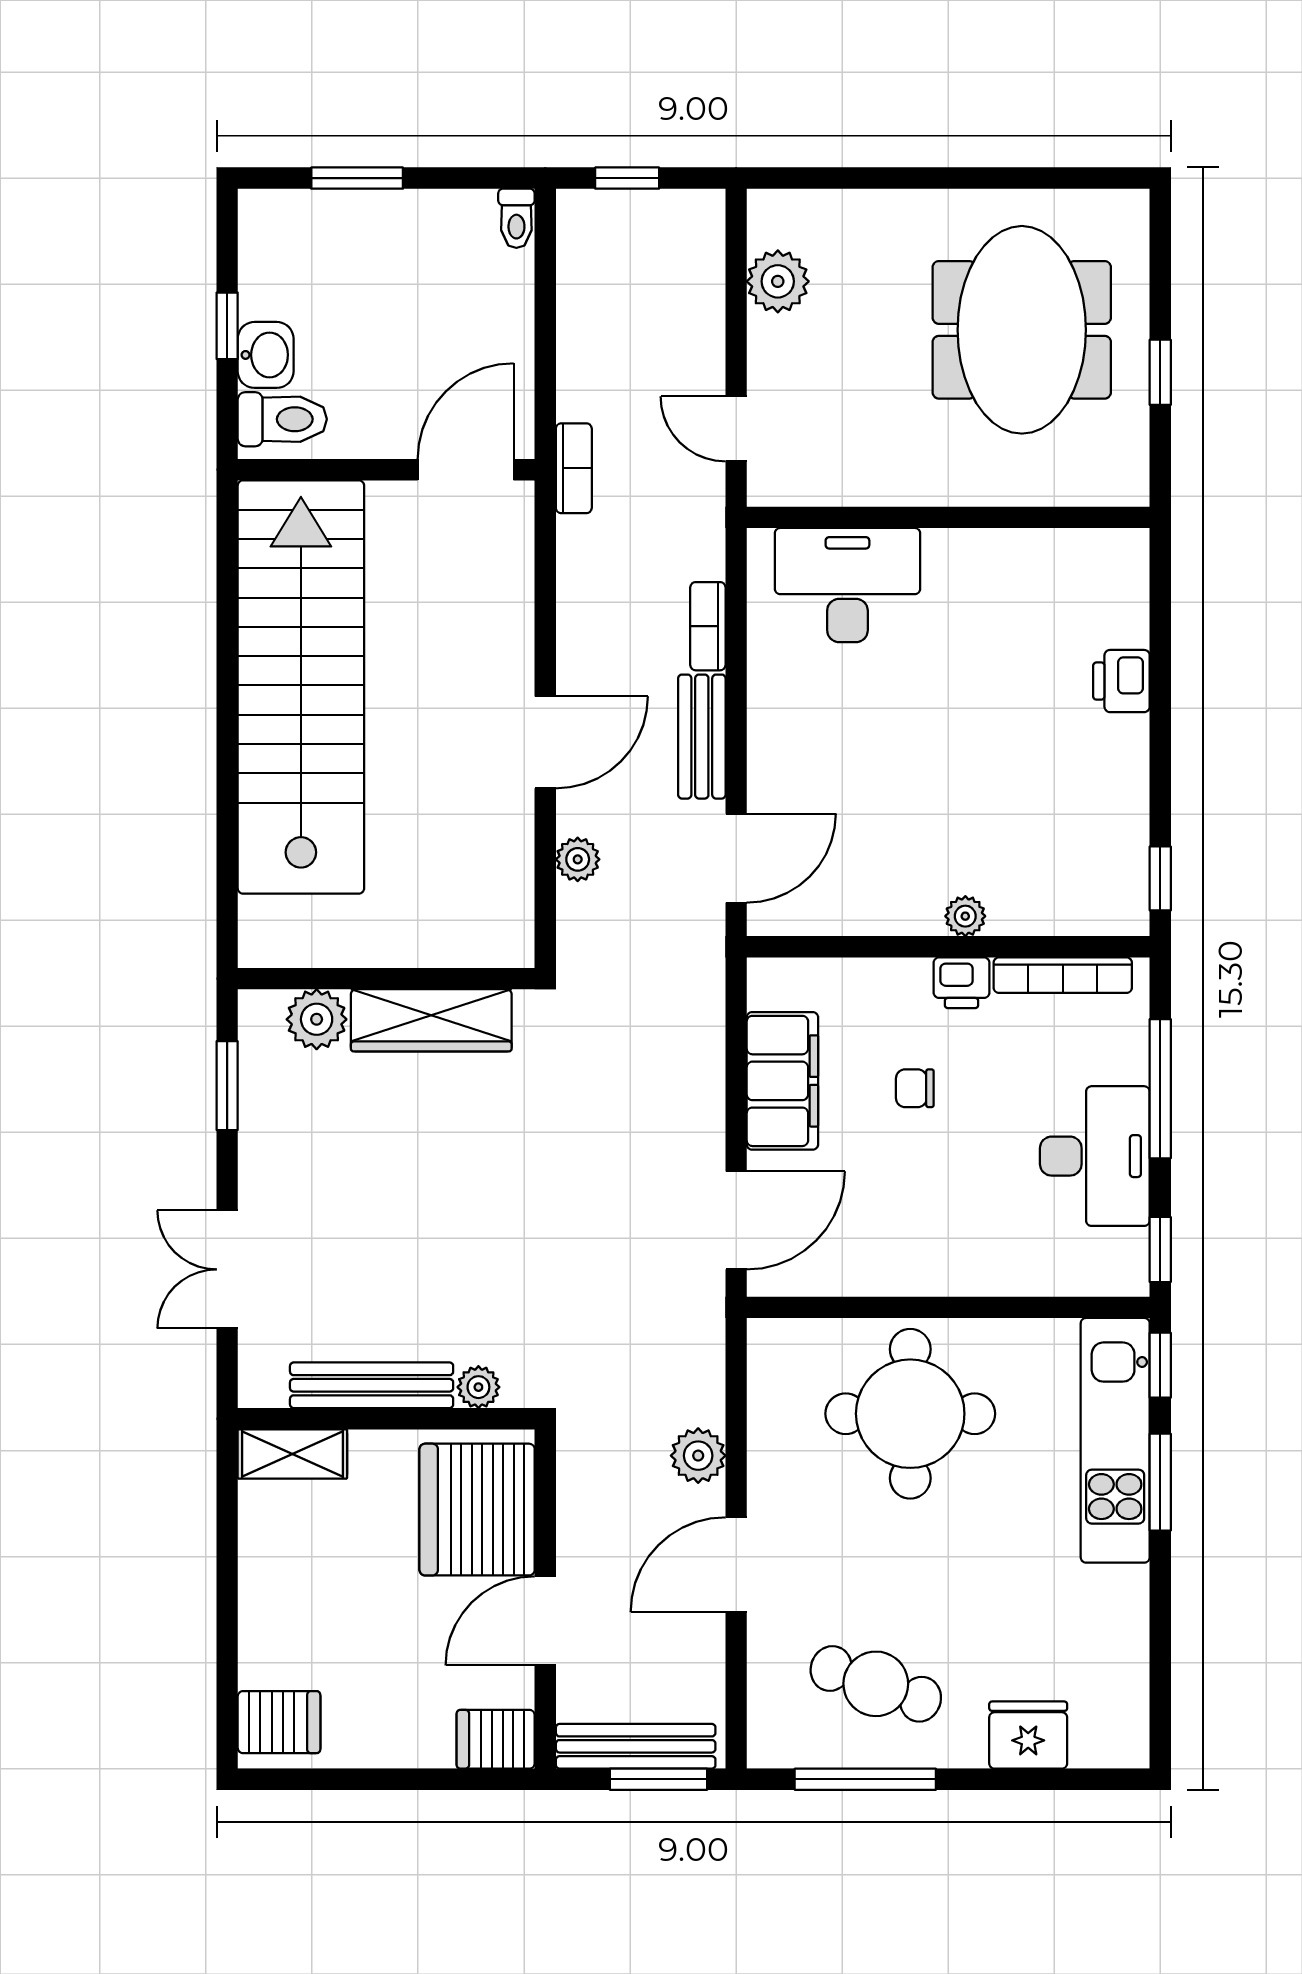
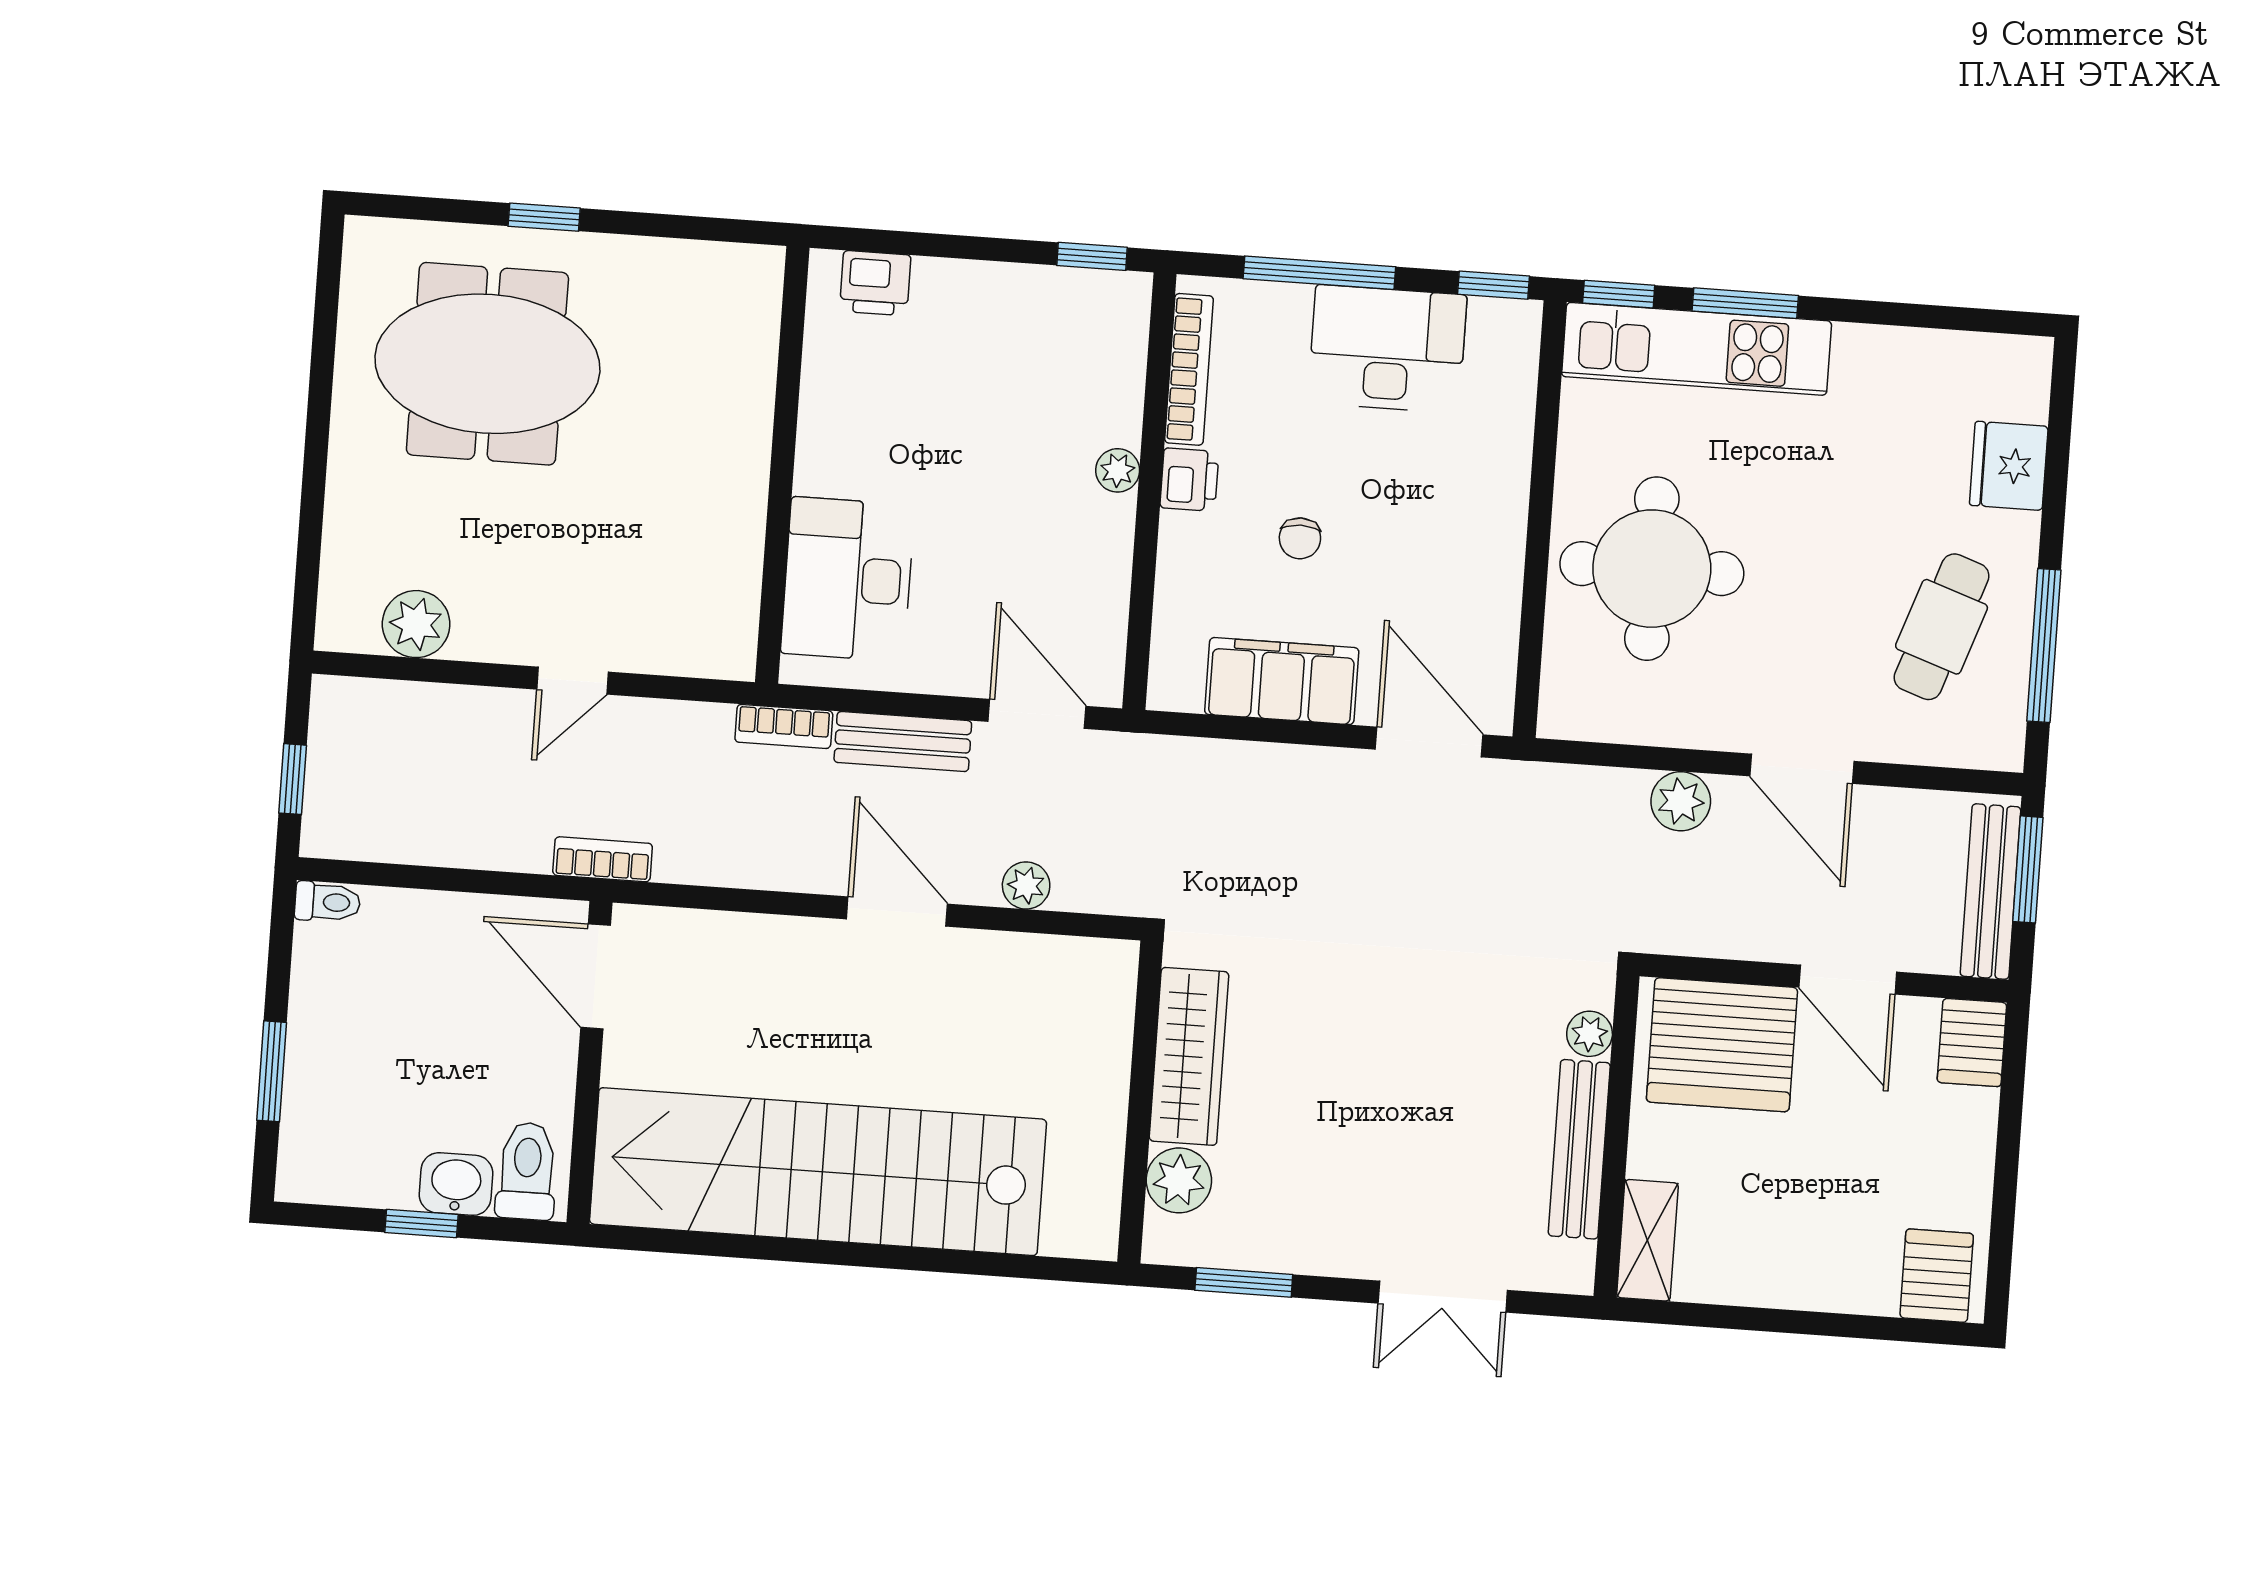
wall: (948, 517) -> (782, 465), moved
desk: (847, 585) -> (848, 579), moved

